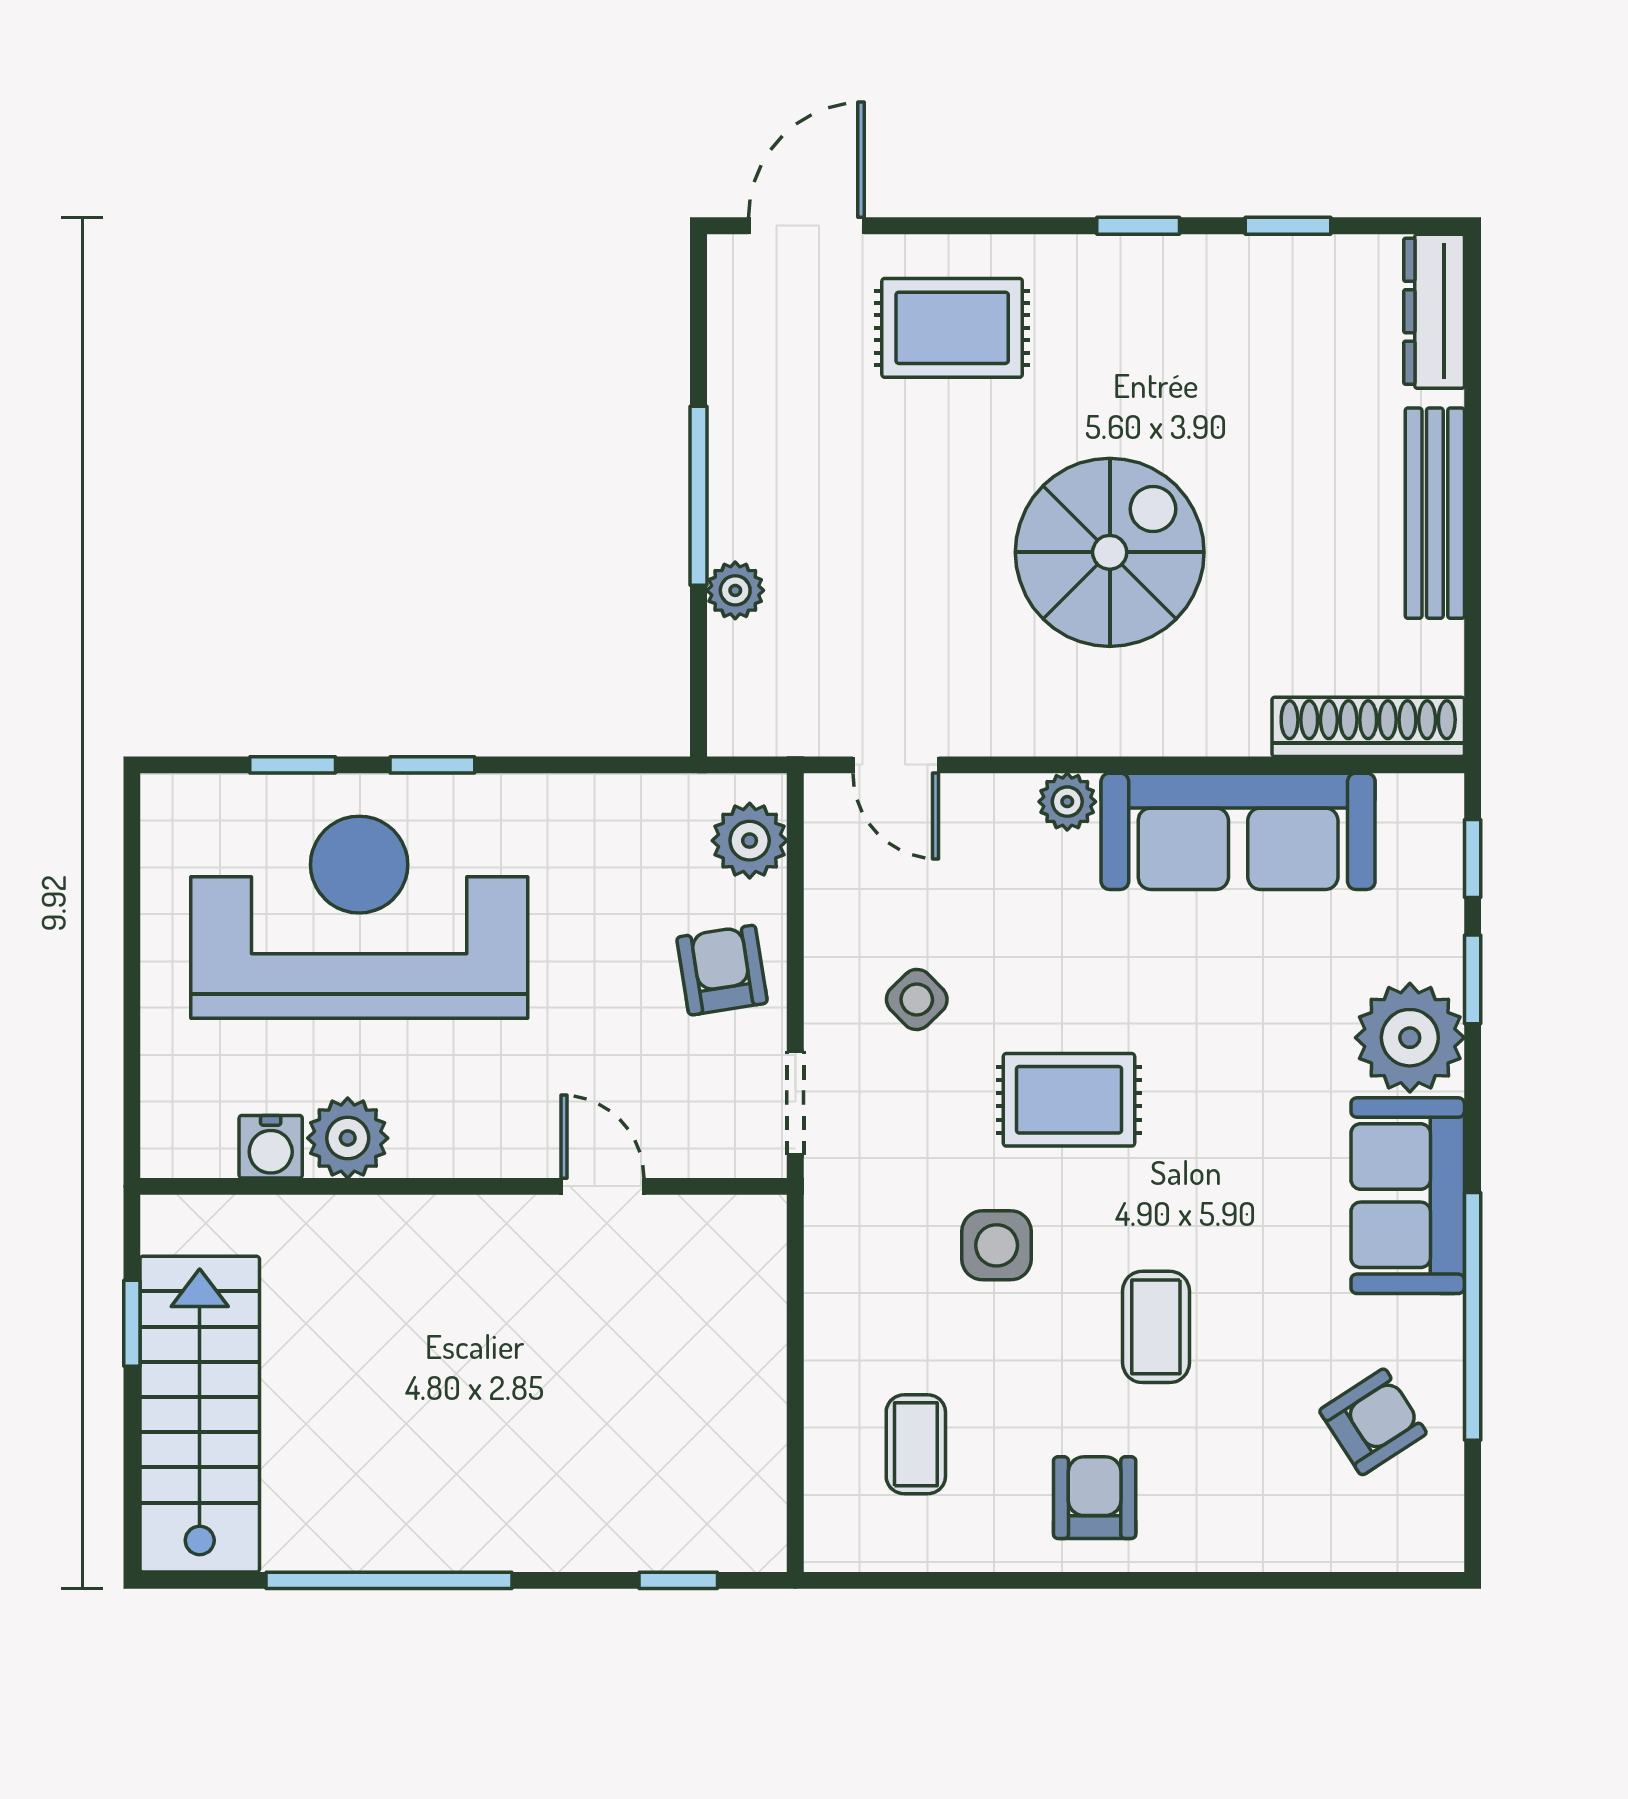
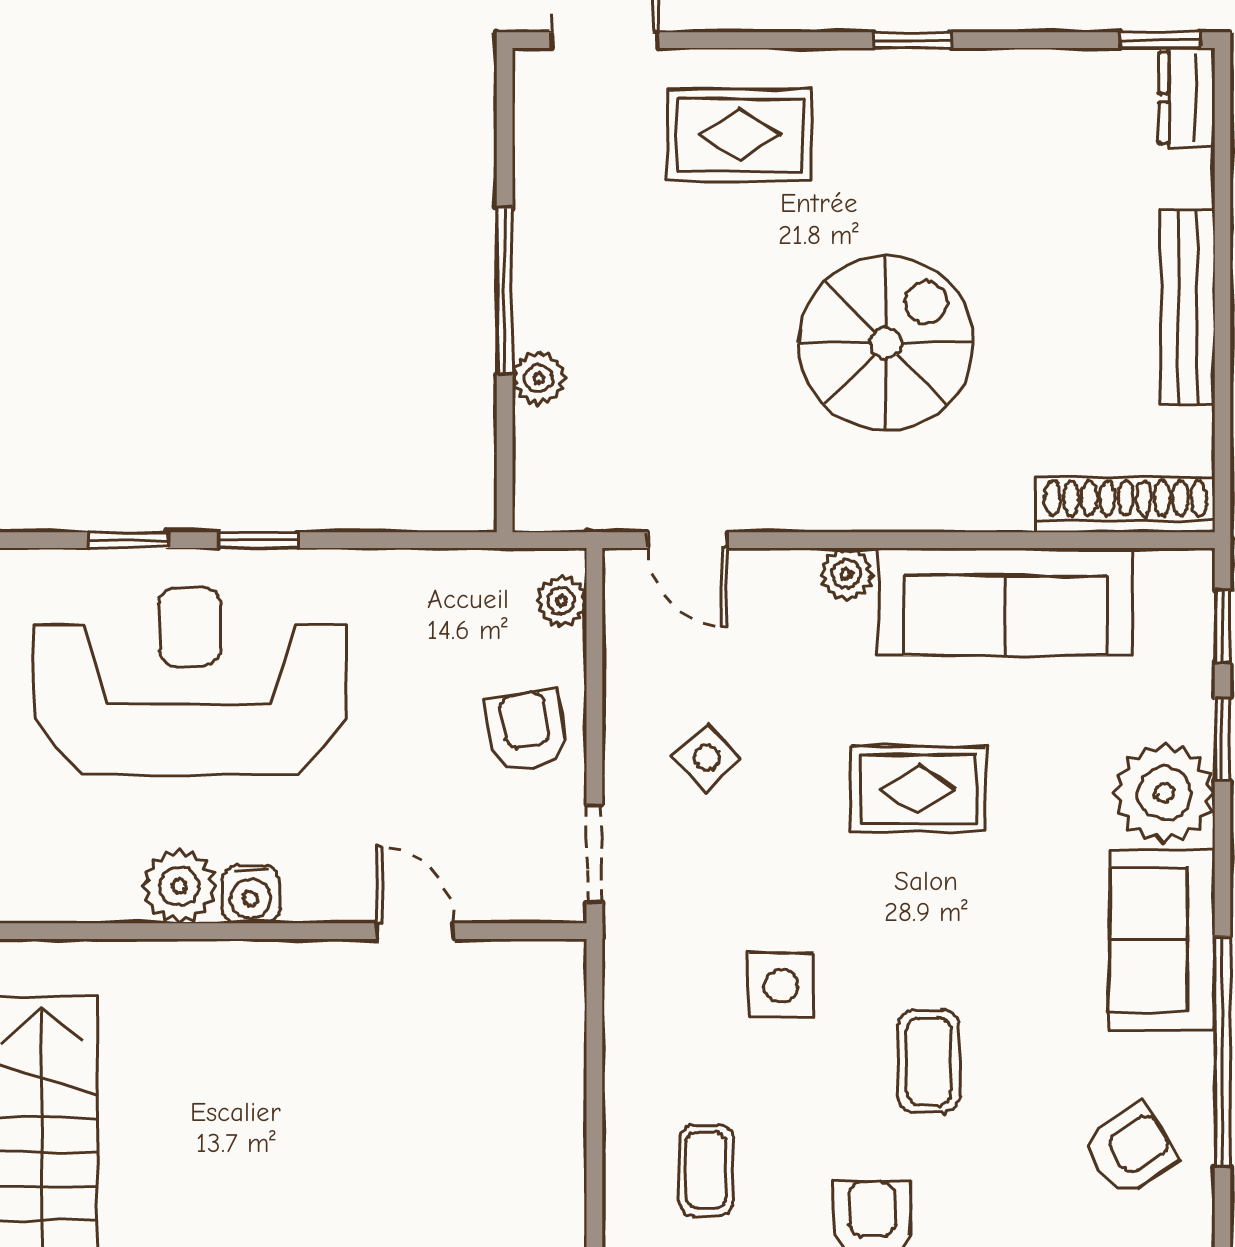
window: (1288, 226) -> (1160, 40), moved
dresser: (1434, 311) -> (1187, 98), width x0.70
plant: (750, 841) -> (561, 601), width x0.73, depth x0.73
rug: (1069, 1100) -> (918, 789), moved
water cooler: (271, 1147) -> (251, 894), moved

